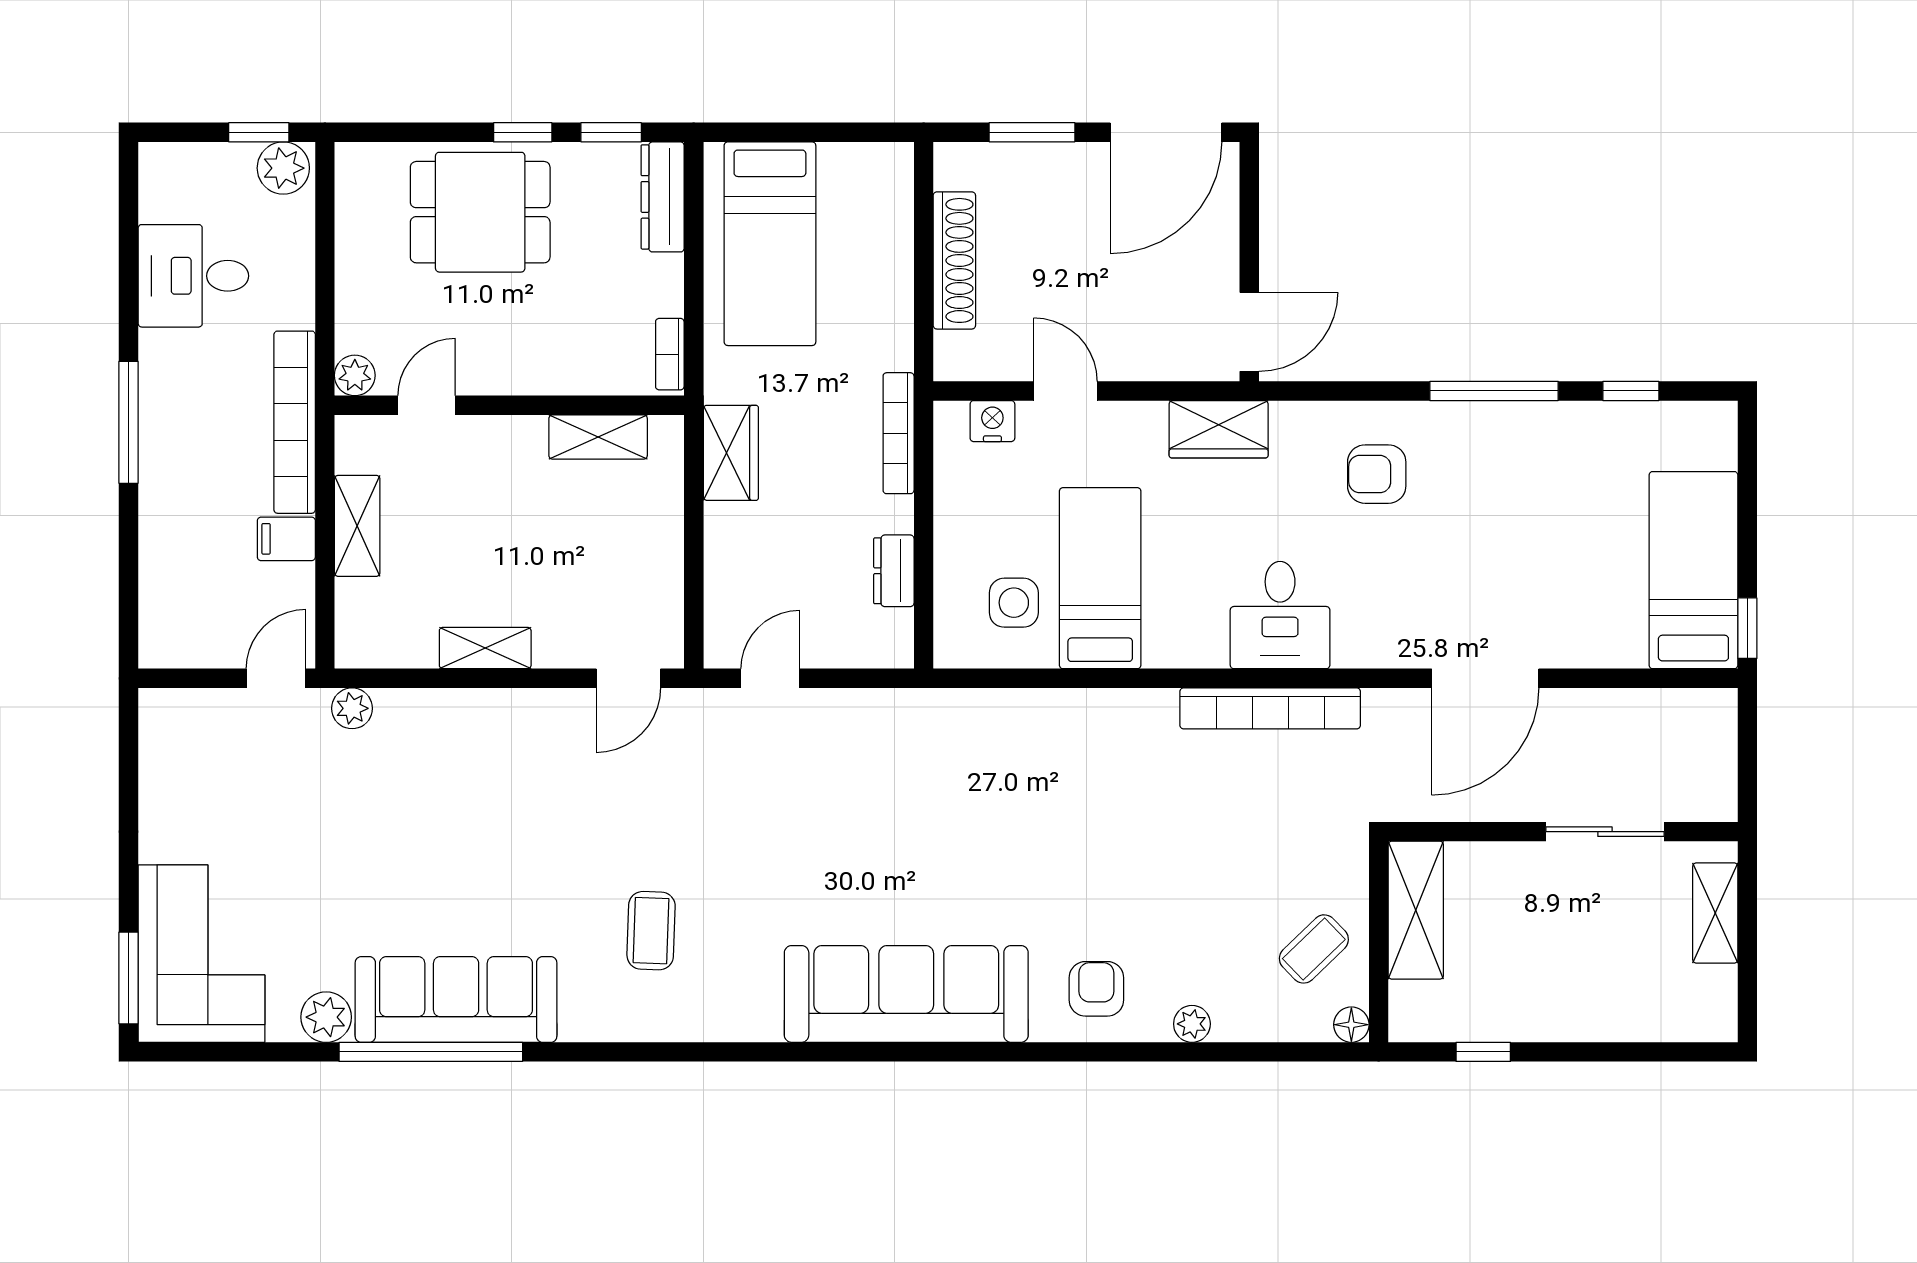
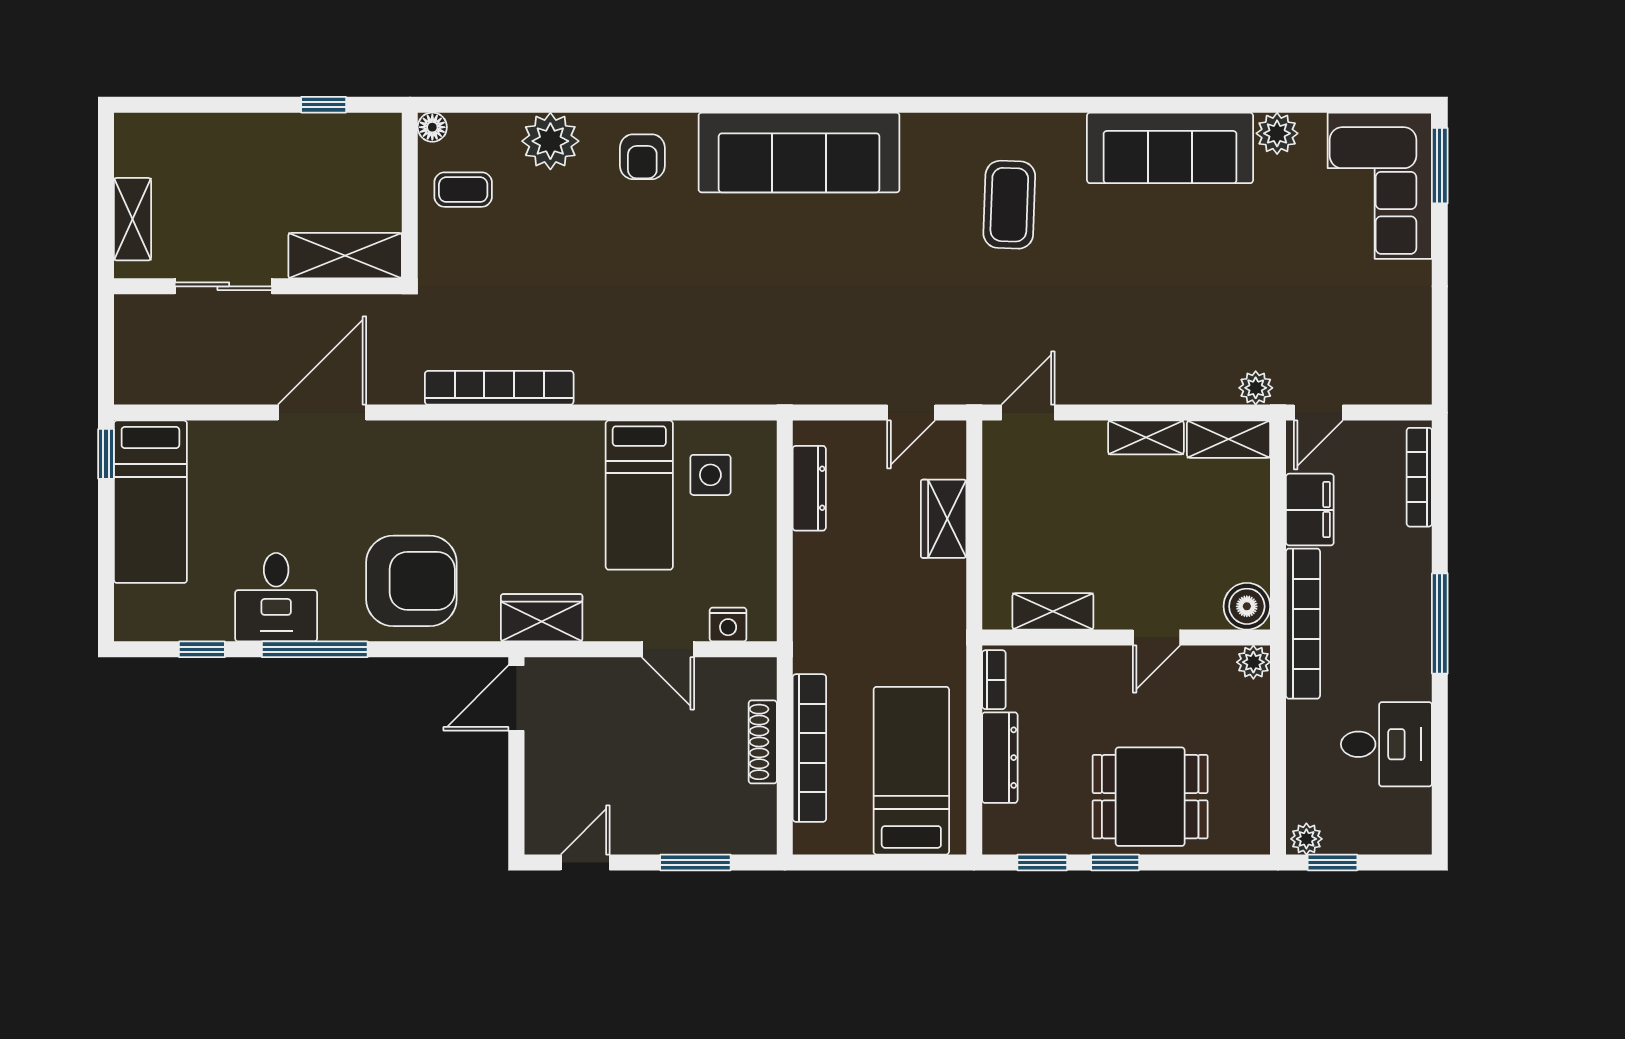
door: (1166, 132) -> (585, 862), width x0.53
plant: (283, 168) -> (1306, 839), width x0.73, depth x0.73
dresser: (663, 197) -> (1000, 758), moved
shoe rack: (954, 260) -> (763, 742), width x0.74, depth x0.81
door: (426, 405) -> (1156, 637), moved
bookcase: (899, 433) -> (809, 748), moved, width x1.48, depth x1.31
boiler: (363, 443) -> (1247, 606), added
wardrobe: (731, 453) -> (944, 519), moved
armchair: (1377, 474) -> (411, 581), width x1.88, depth x1.88
shelving: (357, 526) -> (1229, 439), moved, turned 90
filing cabinet: (286, 539) -> (1310, 510), width x2.00
dresser: (894, 571) -> (809, 488), width x1.44
bookcase: (153, 600) -> (1419, 477), added
desk: (1280, 615) -> (276, 597), moved, turned 180
shelving: (1416, 910) -> (345, 256), moved, turned 90
coffee table: (651, 931) -> (1009, 205), width x1.36, depth x1.30
coffee table: (1314, 949) -> (463, 190), turned 44
plant: (1192, 1024) -> (550, 141), width x1.87, depth x1.87
window: (431, 1052) -> (1191, 105), removed

